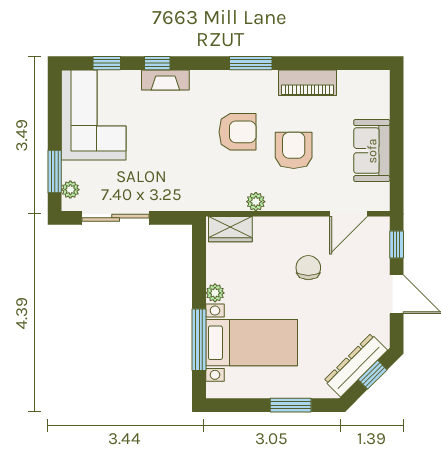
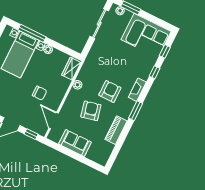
fireplace: (165, 80) -> (137, 90), moved
armchair: (238, 132) -> (110, 91), turned 180
armchair: (294, 150) -> (91, 111), turned -103

